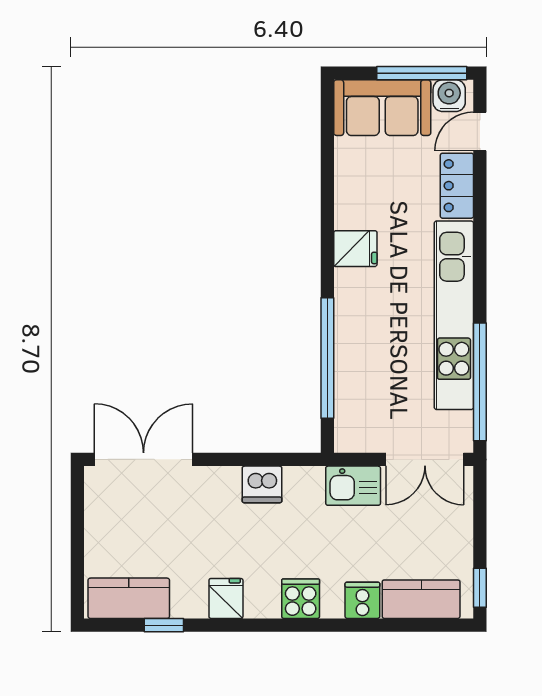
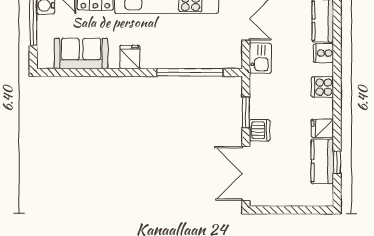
sofa: (382, 108) -> (81, 53), moved, turned -90
window: (255, 459) -> (246, 112), added
dishwasher: (262, 484) -> (260, 130), moved
kitchen counter: (129, 598) -> (322, 161), moved

